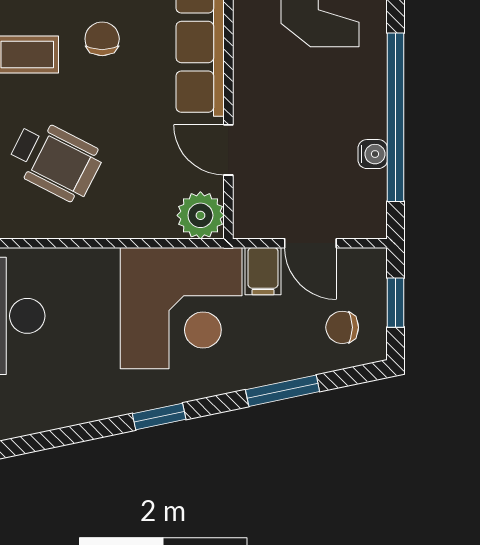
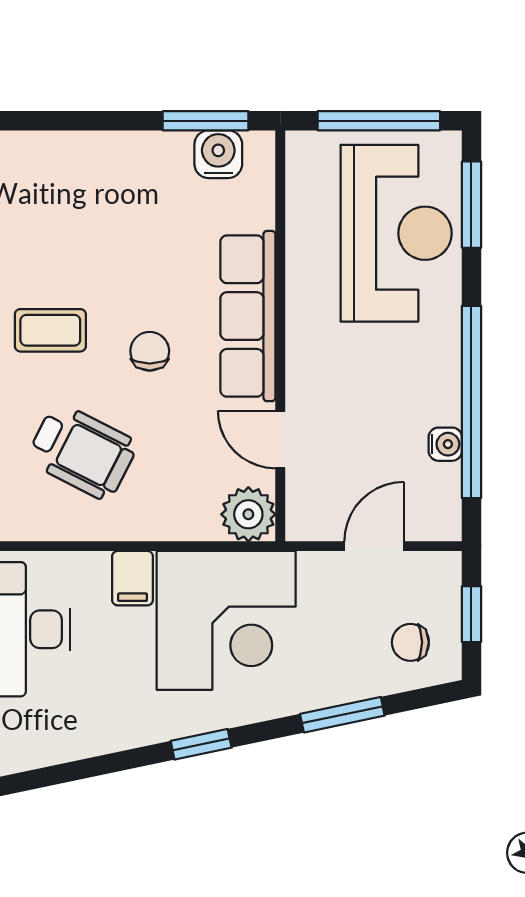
chair: (102, 39) -> (150, 351), moved
door: (310, 243) -> (374, 546), swing flipped
filing cabinet: (263, 271) -> (133, 578), moved

